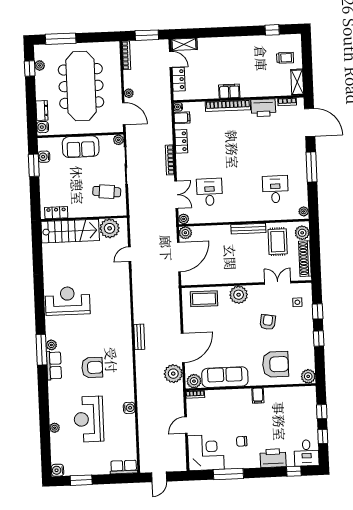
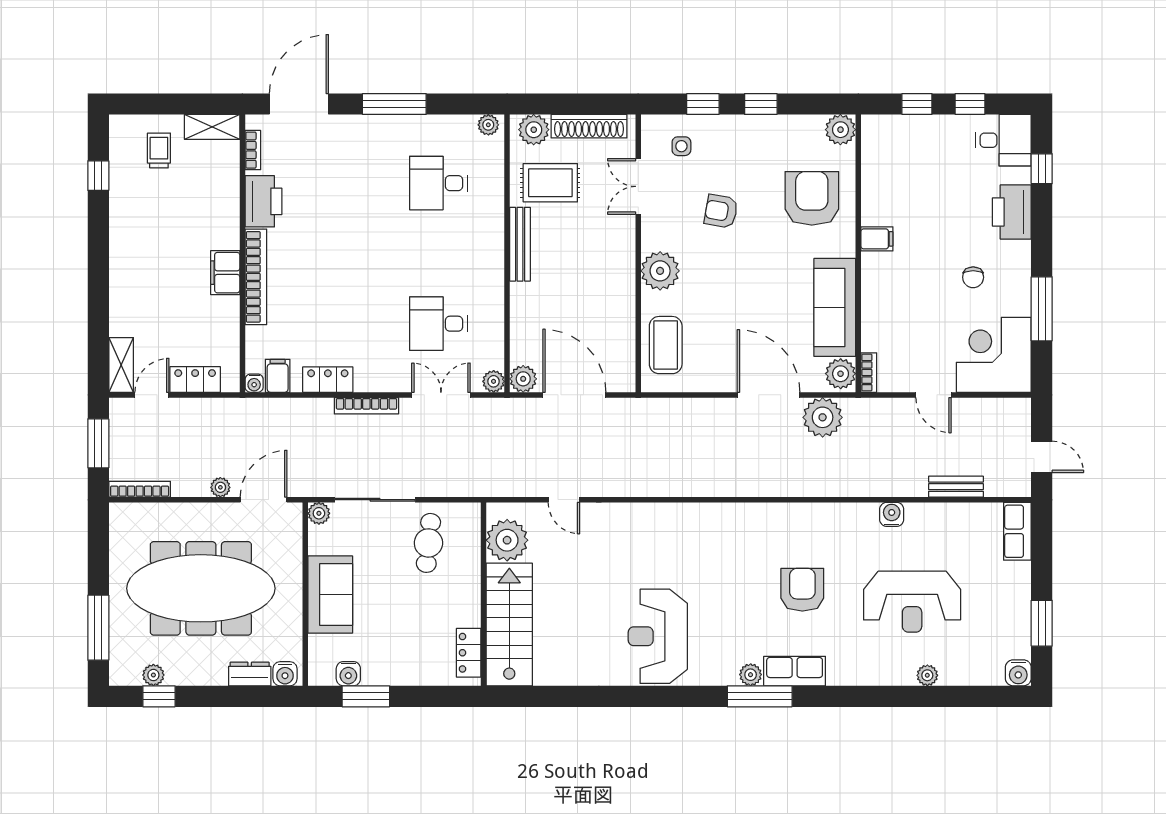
bench: (139, 337) -> (956, 487), moved

